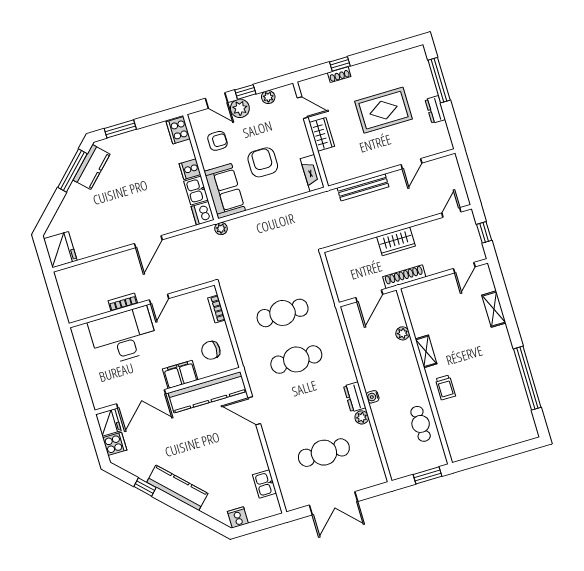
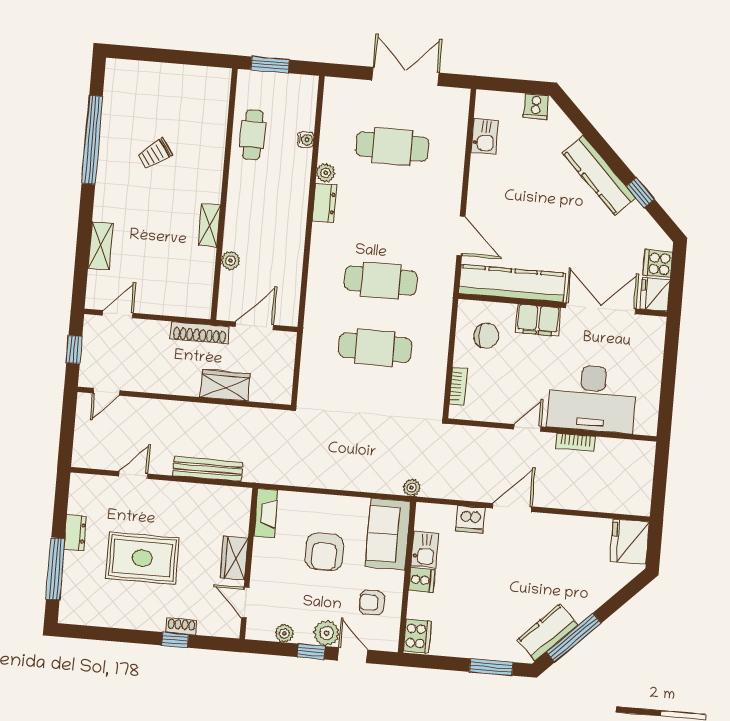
dishwasher: (203, 213) -> (470, 519), moved, turned 90
wardrobe: (396, 241) -> (225, 385), moved
trolley: (445, 387) -> (155, 154), moved, turned -125
water cooler: (373, 397) -> (306, 140), moved

